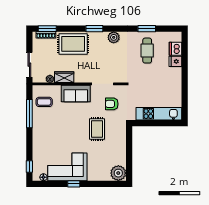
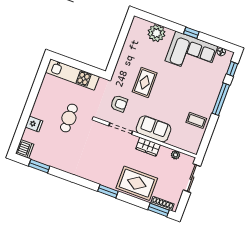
window: (147, 29) -> (39, 166), moved
plant: (114, 37) -> (91, 174), removed
dishwasher: (175, 49) -> (25, 149), moved
cafe table: (147, 51) -> (69, 118), moved
wardrobe: (64, 77) -> (148, 147), moved
coffee table: (44, 102) -> (196, 120), moved
window: (29, 114) -> (221, 99), moved
plant: (118, 173) -> (156, 33), moved

